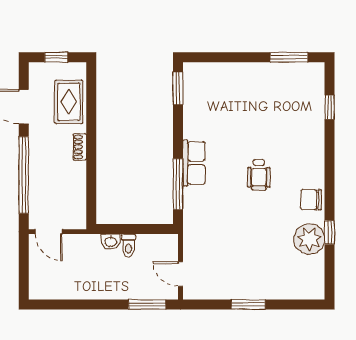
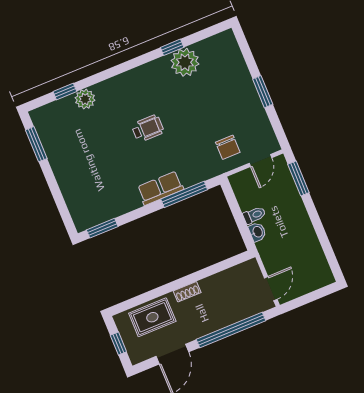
plant: (314, 124) -> (85, 99), added
chair: (311, 200) -> (228, 147), moved

